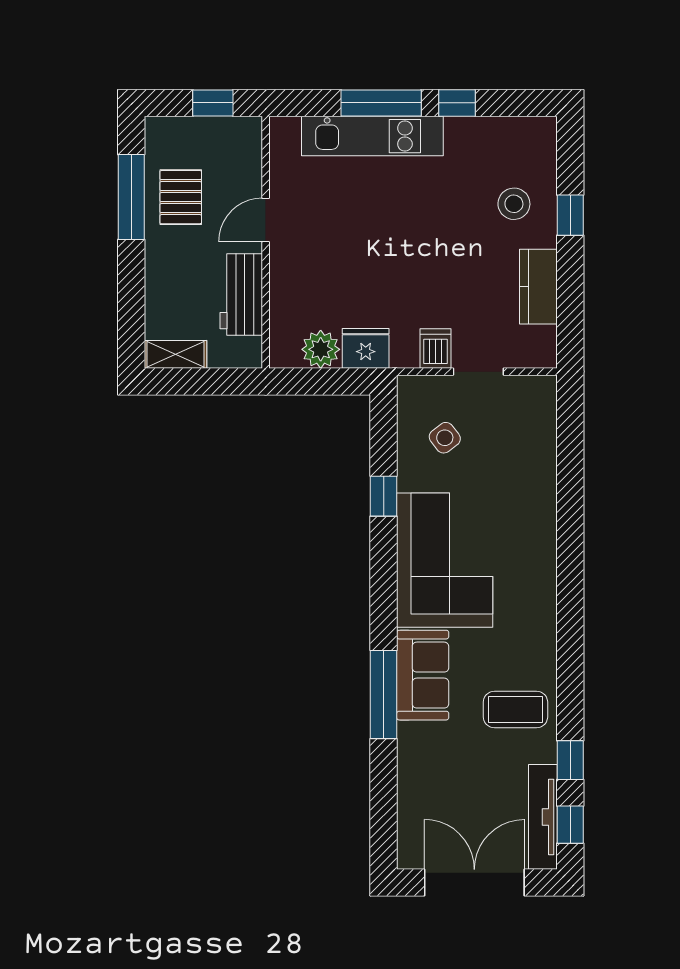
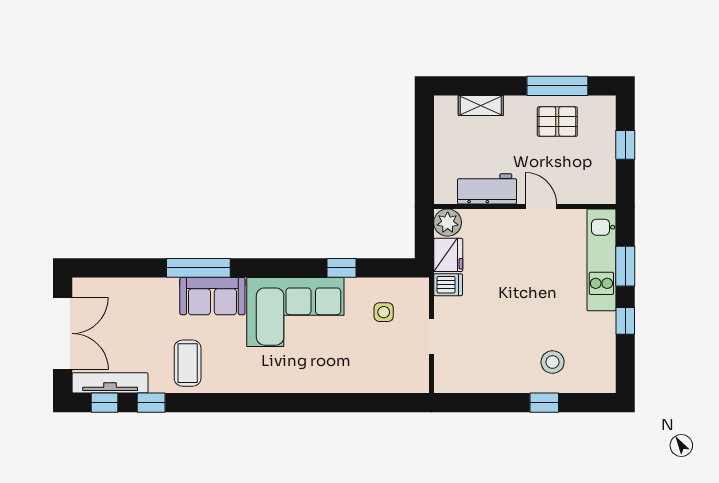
window: (381, 103) -> (625, 266), width x0.69
door: (266, 220) -> (541, 206), moved
wall: (266, 242) -> (525, 206), moved
kitchen counter: (538, 287) -> (493, 380), removed
workbench: (241, 295) -> (487, 189), moved
dishwasher: (436, 349) -> (448, 285), moved
shelving: (176, 354) -> (481, 105), moved, turned 90
side table: (445, 438) -> (384, 312), turned 38

